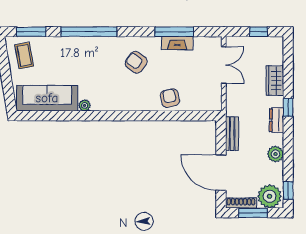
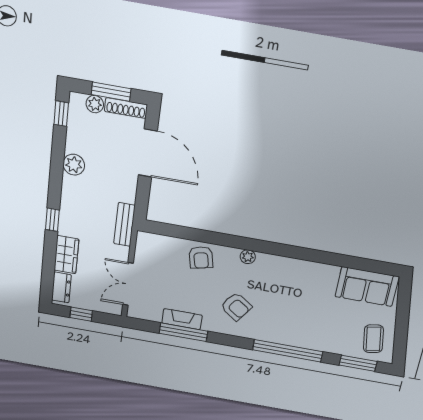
sofa: (47, 98) -> (367, 287), width x0.73
plant: (85, 105) -> (248, 257), moved
dresser: (276, 120) -> (61, 287), moved
bench: (232, 134) -> (124, 225), moved
plant: (270, 196) -> (95, 104), width x0.53, depth x0.53

